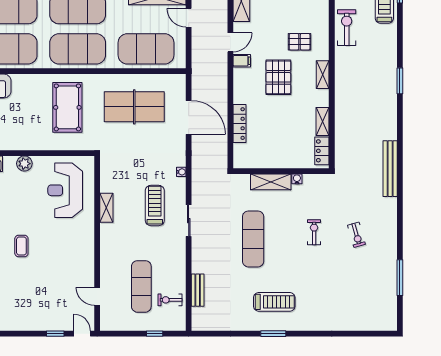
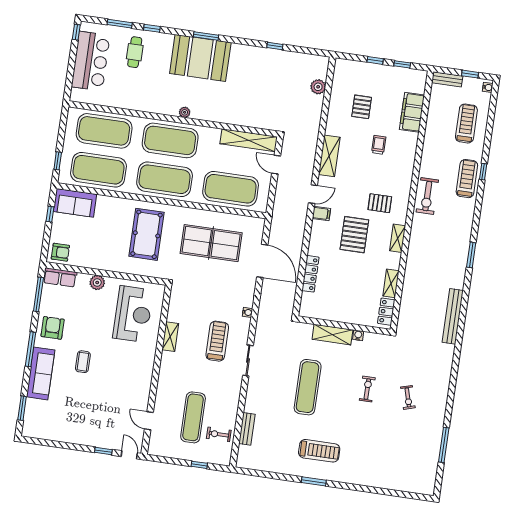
exercise bike: (347, 28) -> (427, 196), turned 180
bench: (390, 169) -> (453, 316), moved
reception desk: (65, 190) -> (133, 314), turned 180

